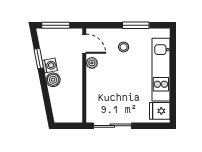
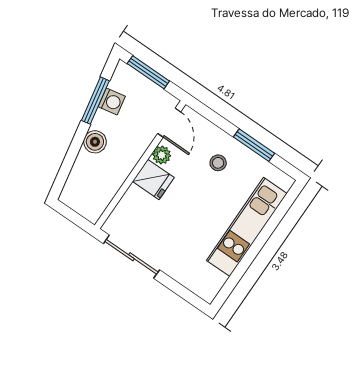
window: (39, 58) -> (95, 101), width x1.50
washing machine: (50, 65) -> (112, 101), moved
fridge: (160, 111) -> (153, 179), moved, turned 180

